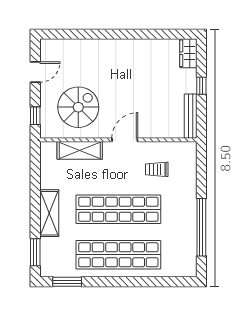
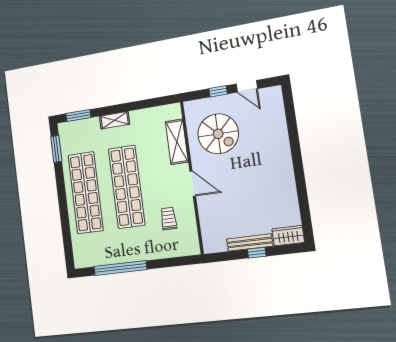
window: (35, 116) -> (218, 91), moved
bench: (191, 116) -> (250, 243), moved
shelving: (49, 213) -> (115, 120), width x0.67, depth x0.75

